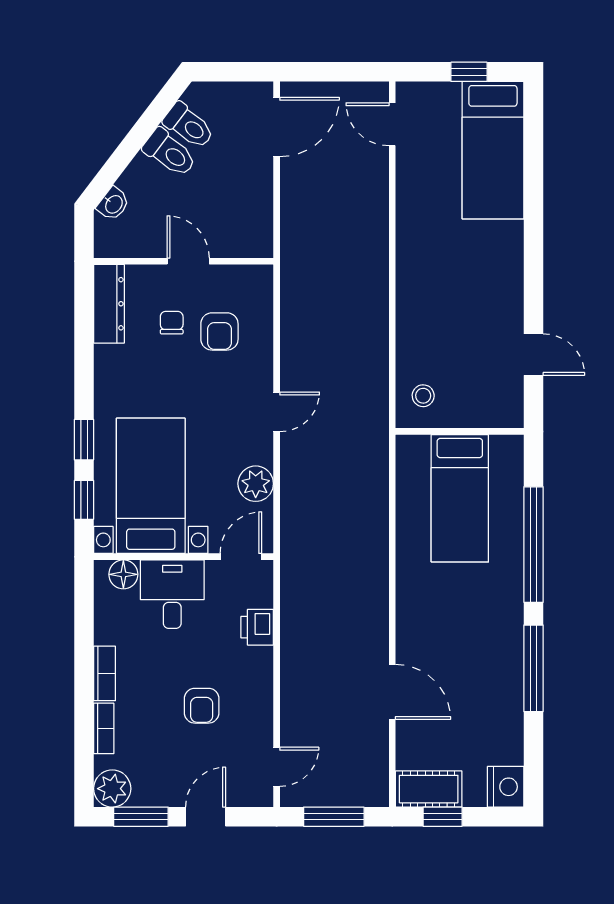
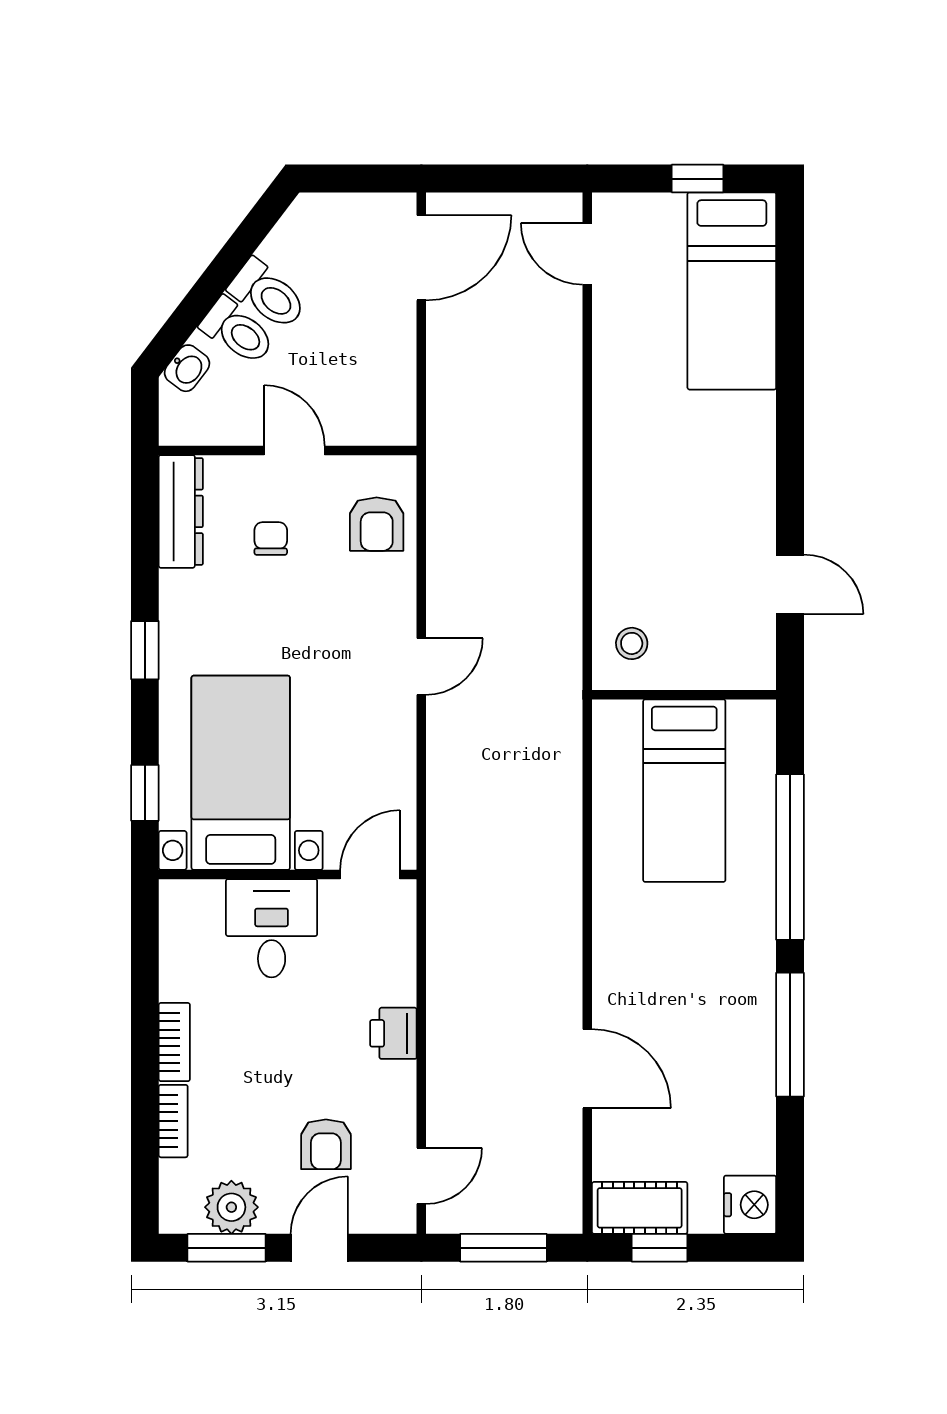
toilet: (189, 126) -> (238, 331), moved
armchair: (219, 331) -> (377, 524), moved
window: (84, 440) -> (145, 650), moved
plant: (256, 484) -> (391, 770), removed
floor lamp: (123, 574) -> (201, 900), removed
printer: (257, 627) -> (393, 1033), moved
armchair: (202, 706) -> (326, 1144), moved
plant: (112, 789) -> (231, 1207), moved

